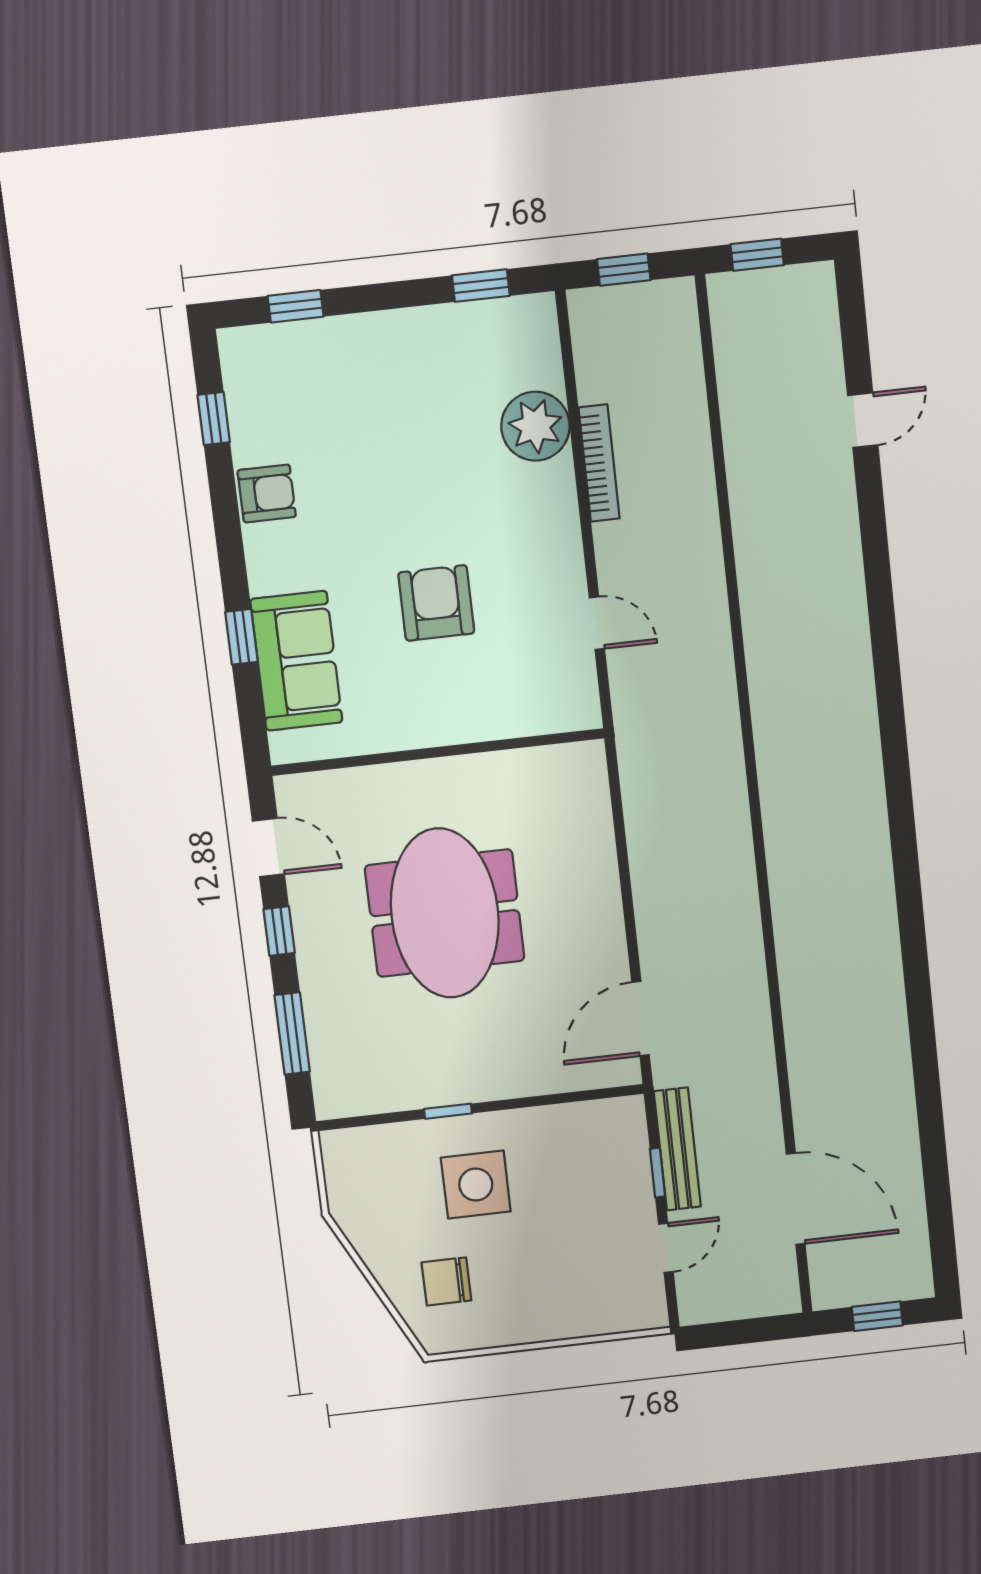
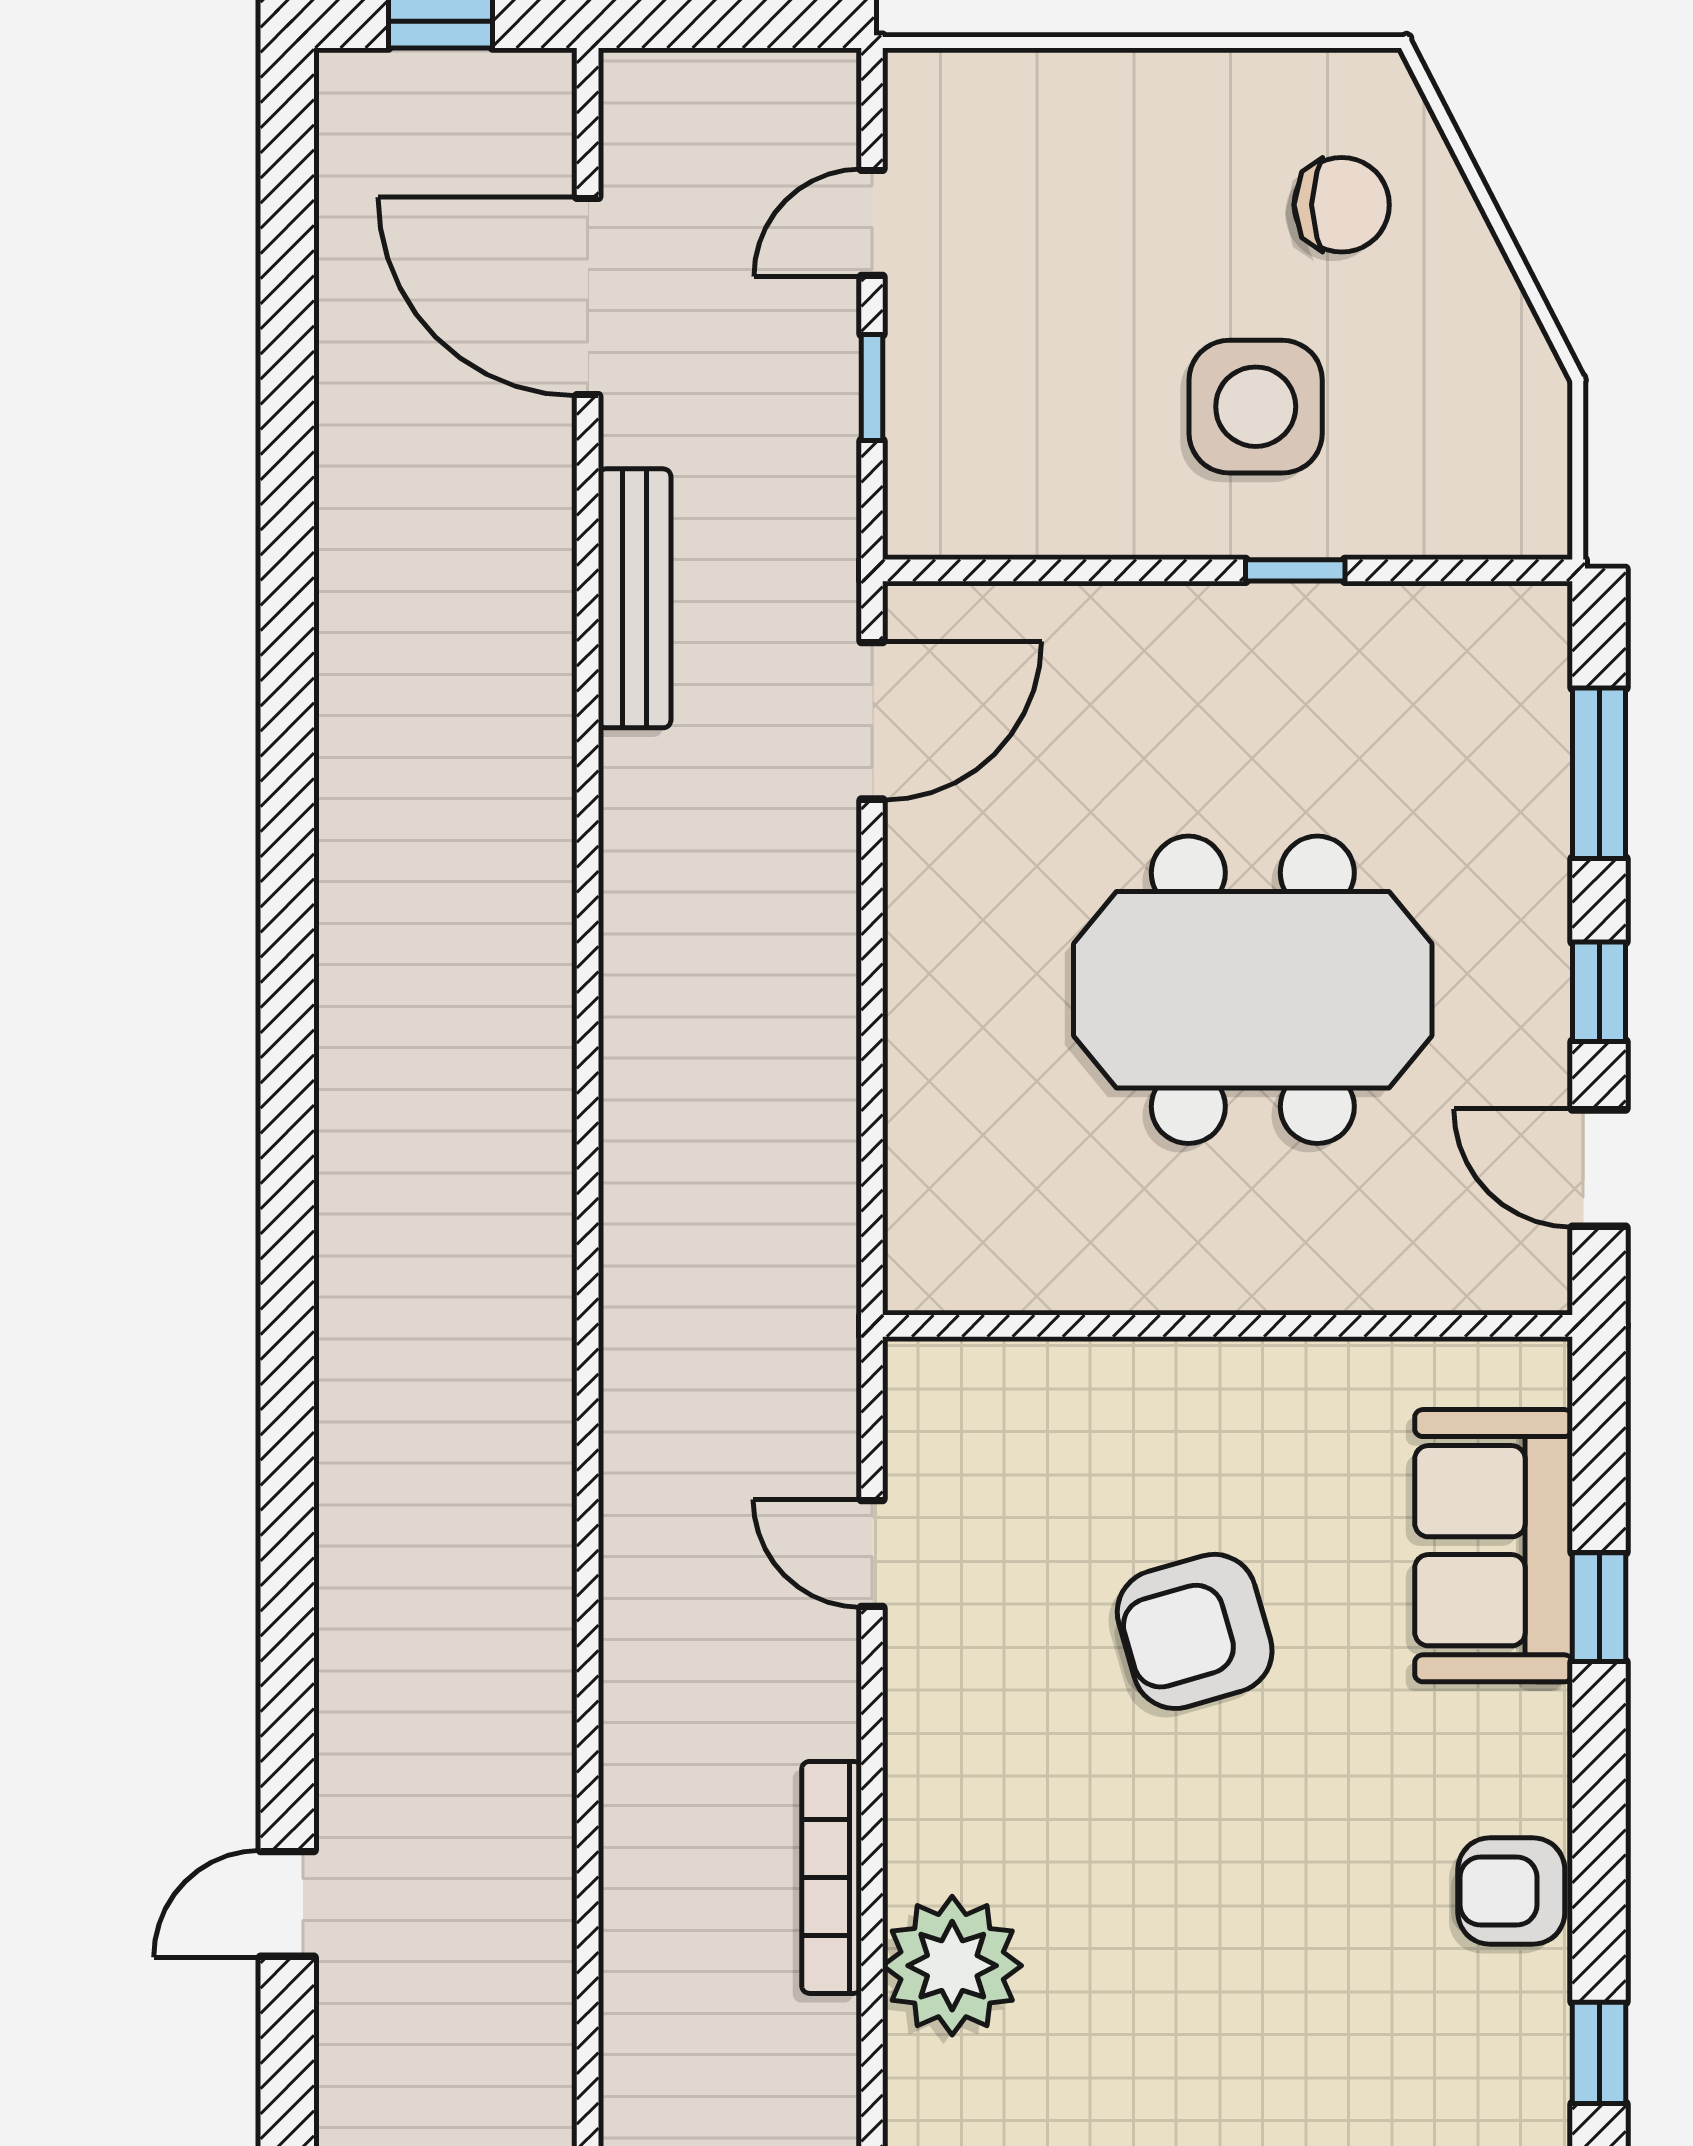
armchair: (436, 603) -> (1195, 1631), turned 74
meeting table: (445, 913) -> (1253, 990), turned 90
bench: (677, 1149) -> (635, 598), moved

